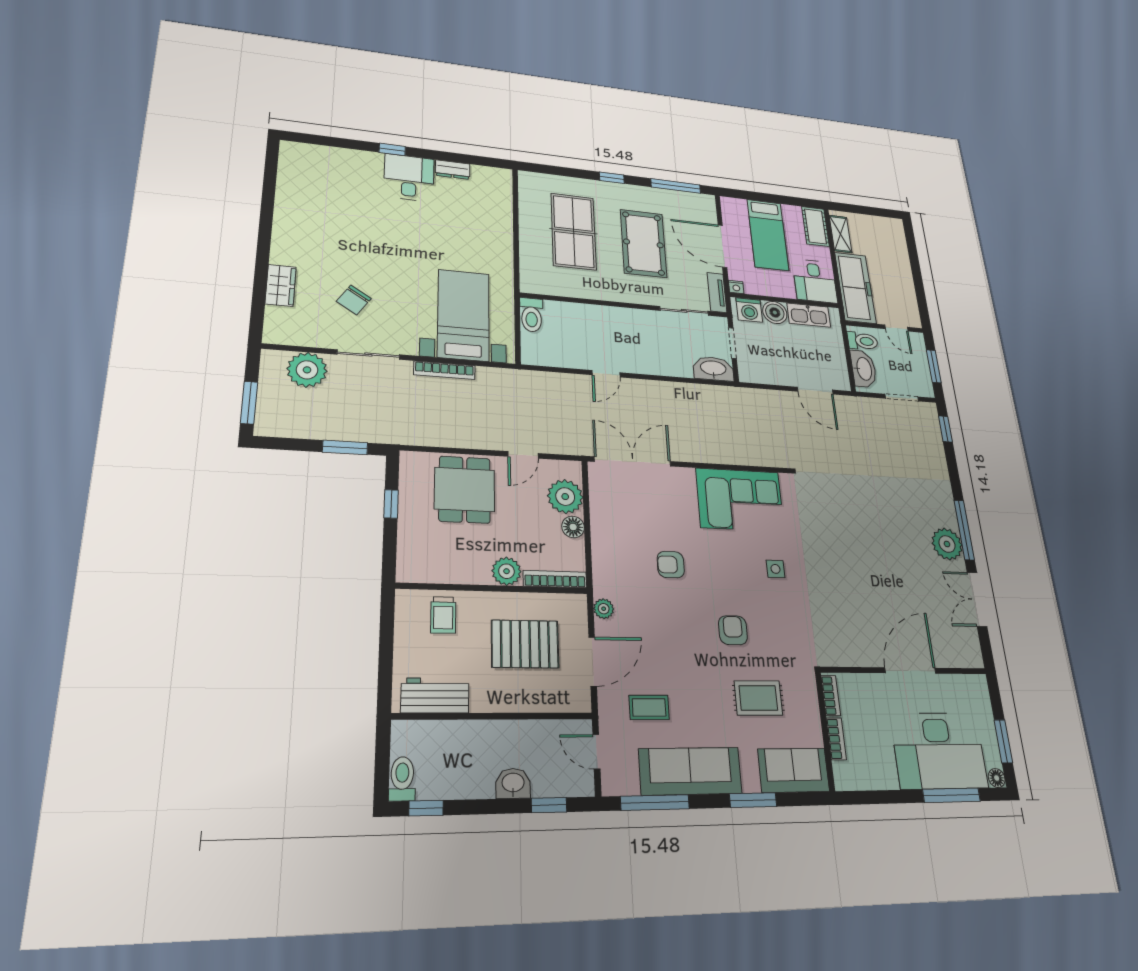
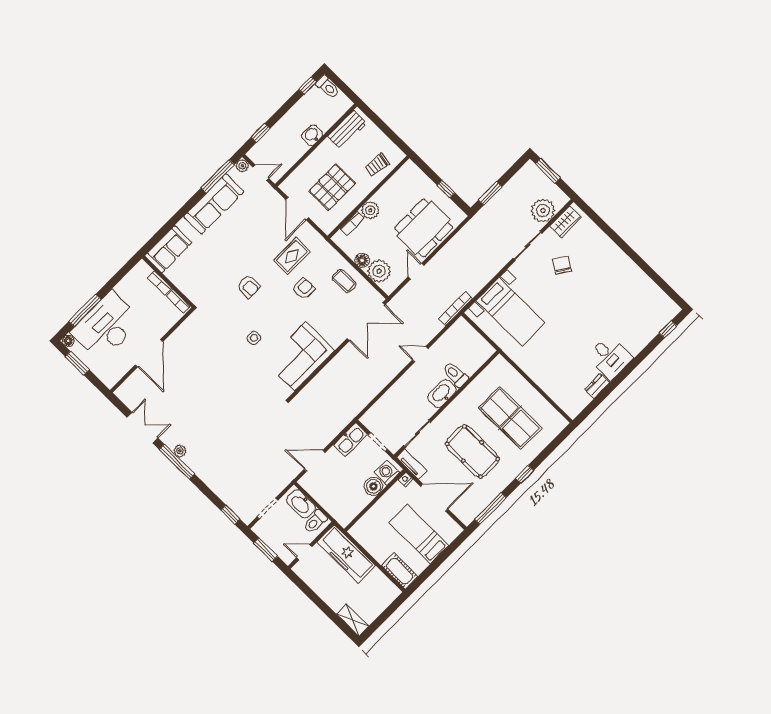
window: (392, 150) -> (668, 329), moved
shelving: (840, 234) -> (352, 620), moved
desk: (815, 281) -> (370, 532), removed
wardrobe: (281, 285) -> (566, 222), moved, turned -90
toilet: (532, 315) -> (455, 374), moved
kitchen sink: (809, 315) -> (350, 440), moved, turned 180
washbasin: (713, 369) -> (442, 394), moved, turned 180
bookcase: (444, 370) -> (456, 309), moved
door: (606, 374) -> (420, 354), hinge flipped
dining table: (465, 490) -> (424, 228), width x1.38
plant: (947, 544) -> (180, 451), width x0.53, depth x0.53
bookcase: (555, 579) -> (352, 223), width x0.64
plant: (604, 609) -> (242, 166), moved
trolley: (443, 615) -> (377, 165), turned -81
rug: (758, 698) -> (292, 256), moved
coffee table: (649, 707) -> (344, 281), moved, turned 90
washbasin: (513, 783) -> (312, 135), moved, turned 180
window: (753, 800) -> (176, 218), removed

